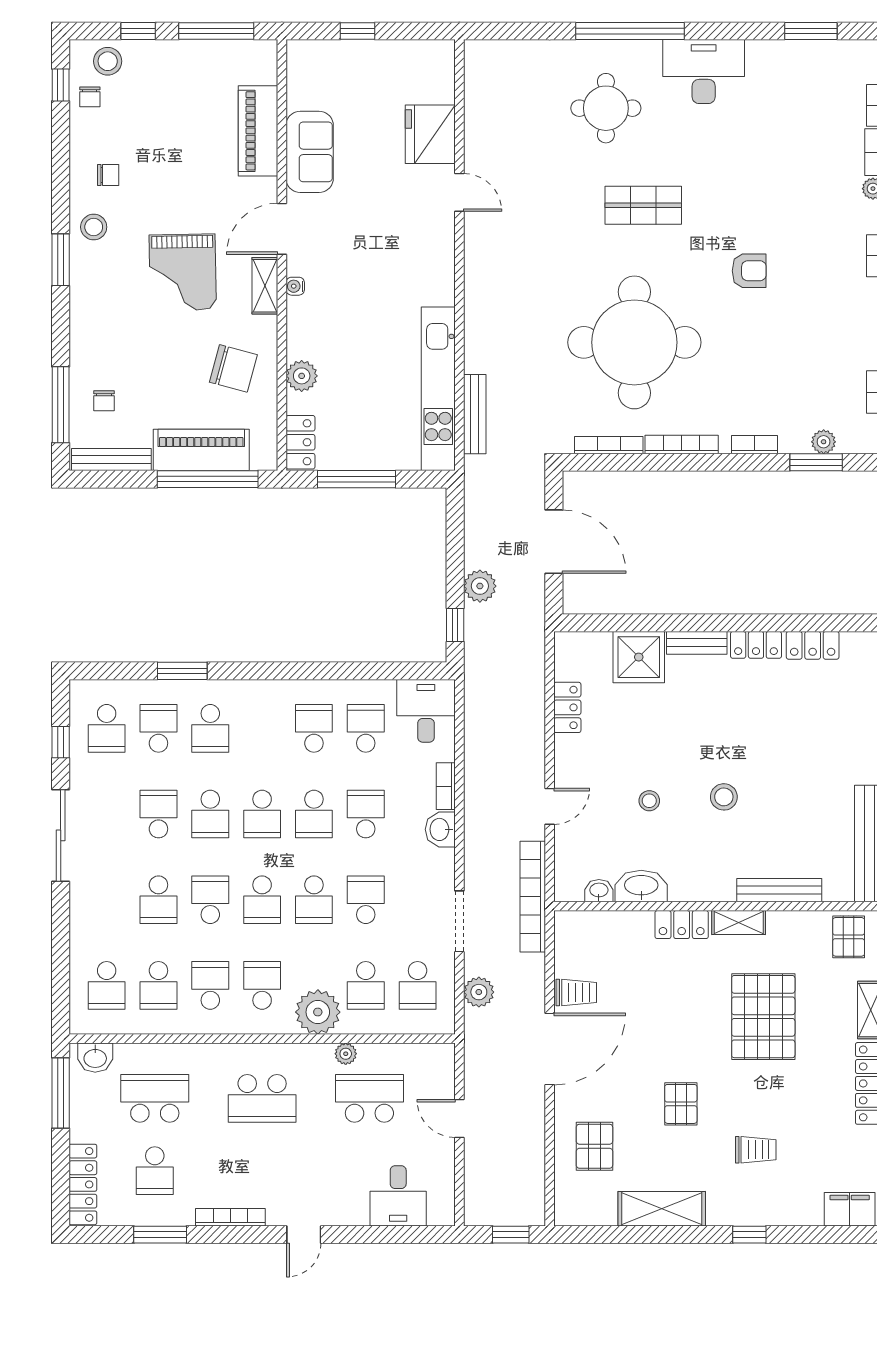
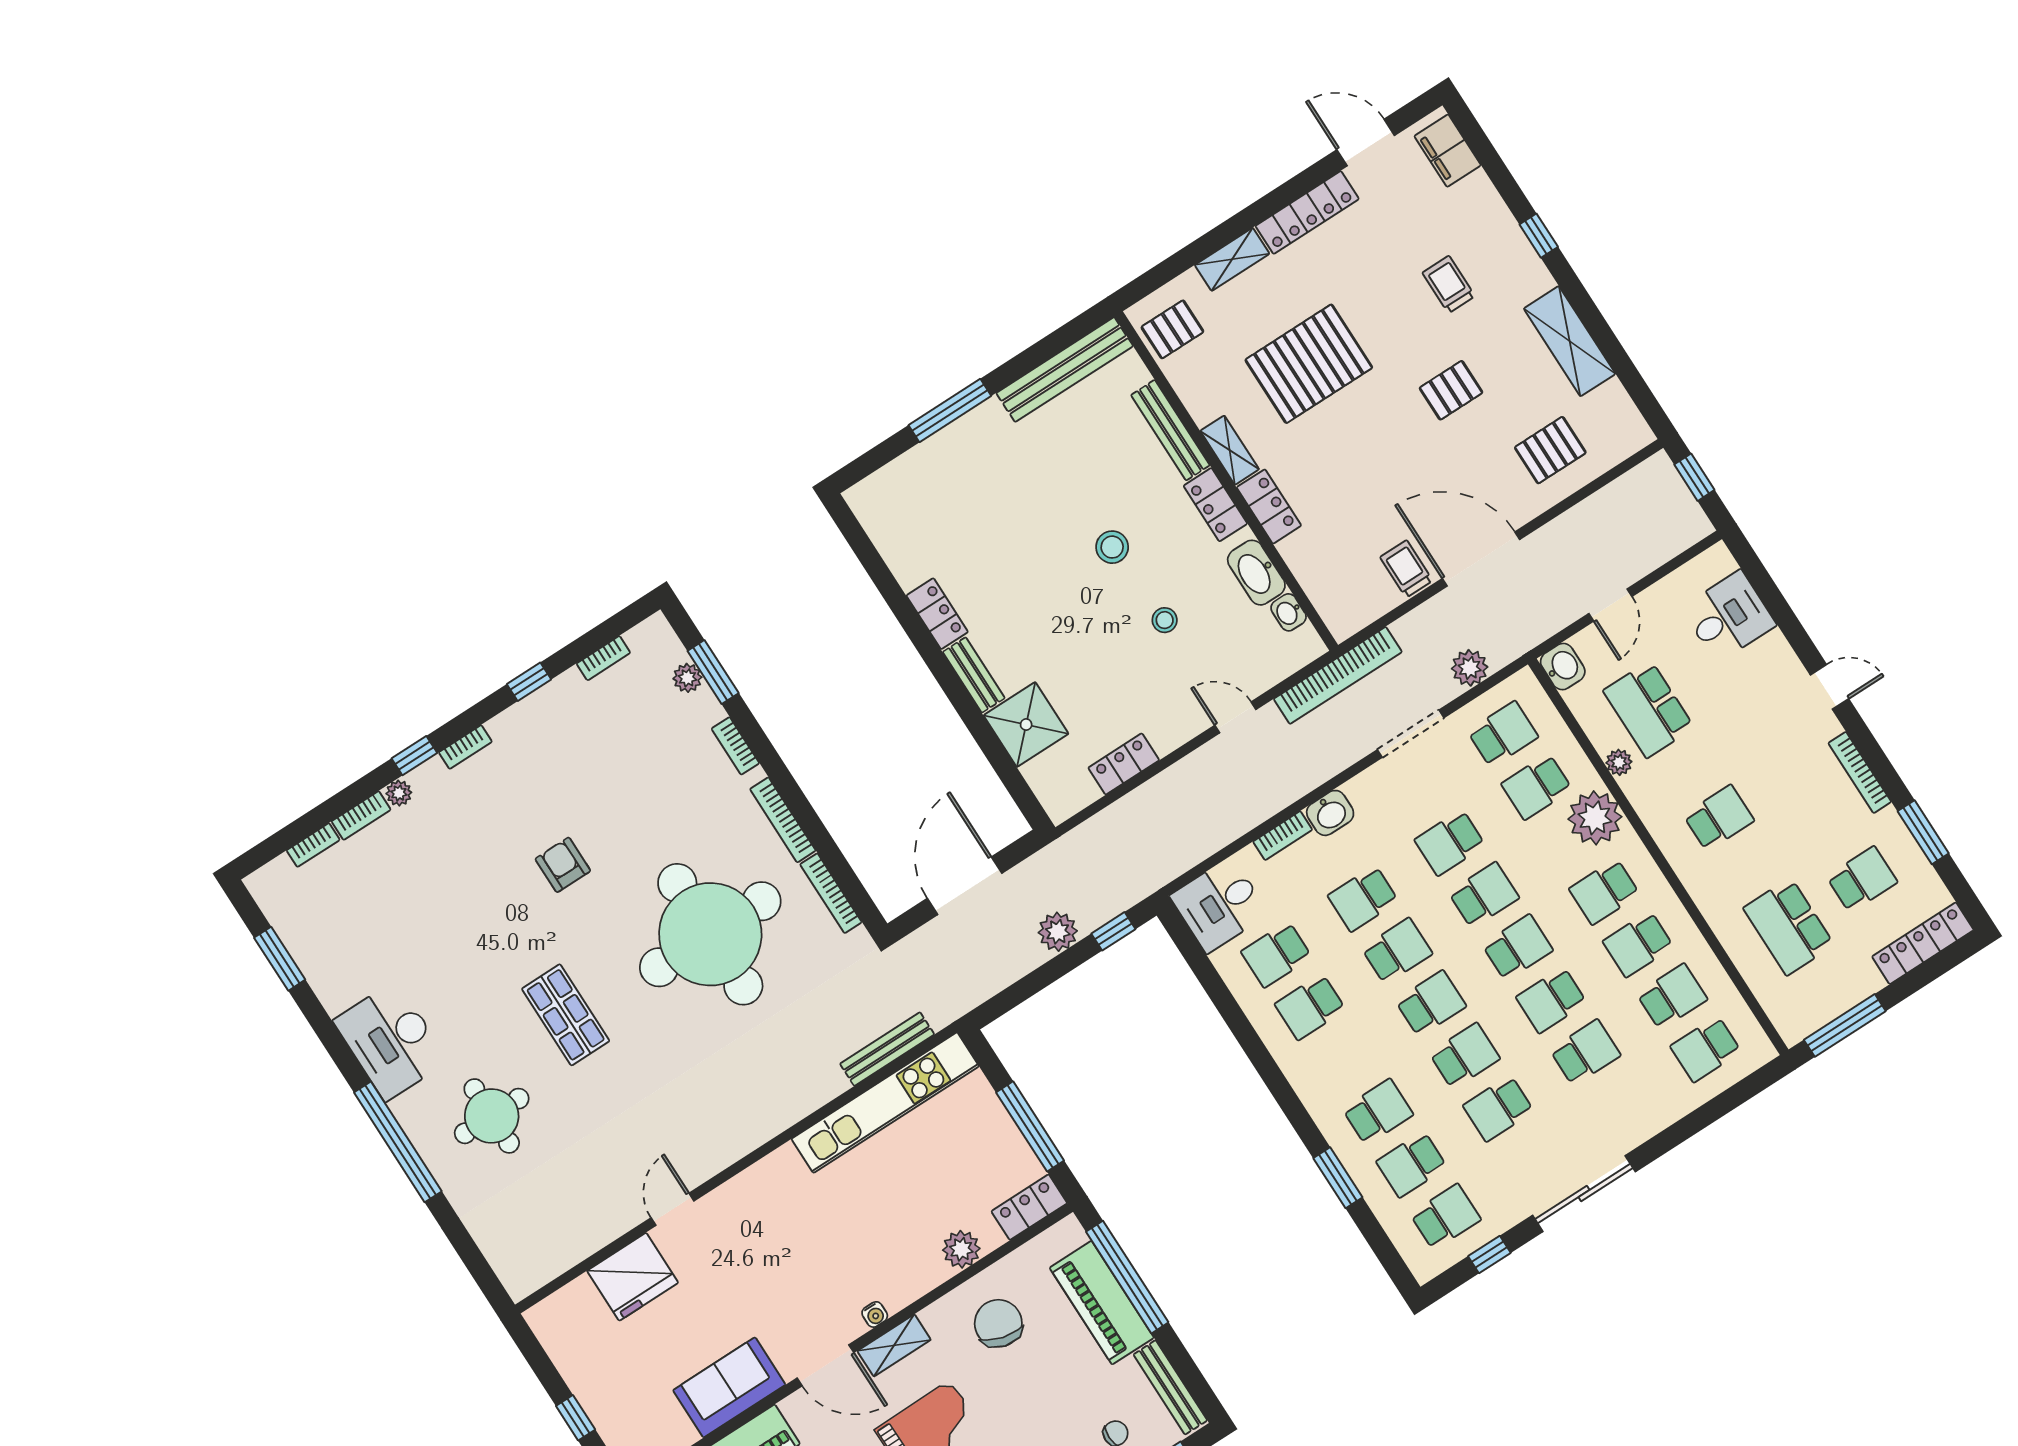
locker: (813, 645) -> (1215, 505), moved, turned 180
school desk: (107, 985) -> (1706, 1049), turned 180
school desk: (366, 985) -> (1537, 787), turned 180
washbasin: (95, 1058) -> (1563, 667), moved
school desk: (262, 1098) -> (1719, 818), width x0.54

